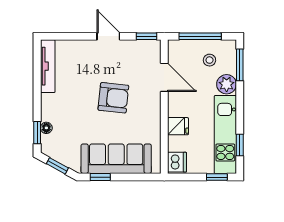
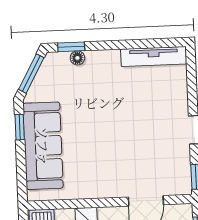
armchair: (113, 98) -> (118, 139), removed
window: (57, 166) -> (31, 74), width x1.50

